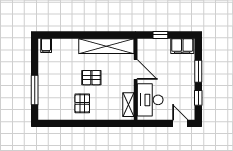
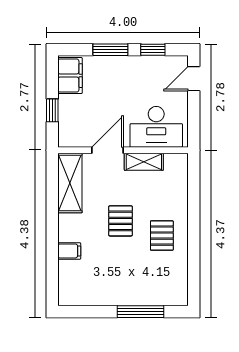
filing cabinet: (46, 46) -> (69, 251), moved
shelving: (106, 46) -> (70, 183), width x0.68
pallet: (82, 103) -> (162, 236), turned 90
shelving: (128, 105) -> (144, 162), moved

